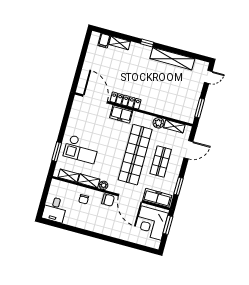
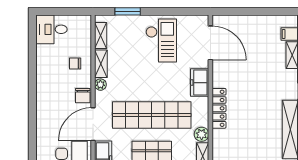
door: (95, 99) -> (210, 43), hinge flipped
locker: (125, 101) -> (219, 108), moved
checkout: (81, 149) -> (161, 41), moved, turned 180

